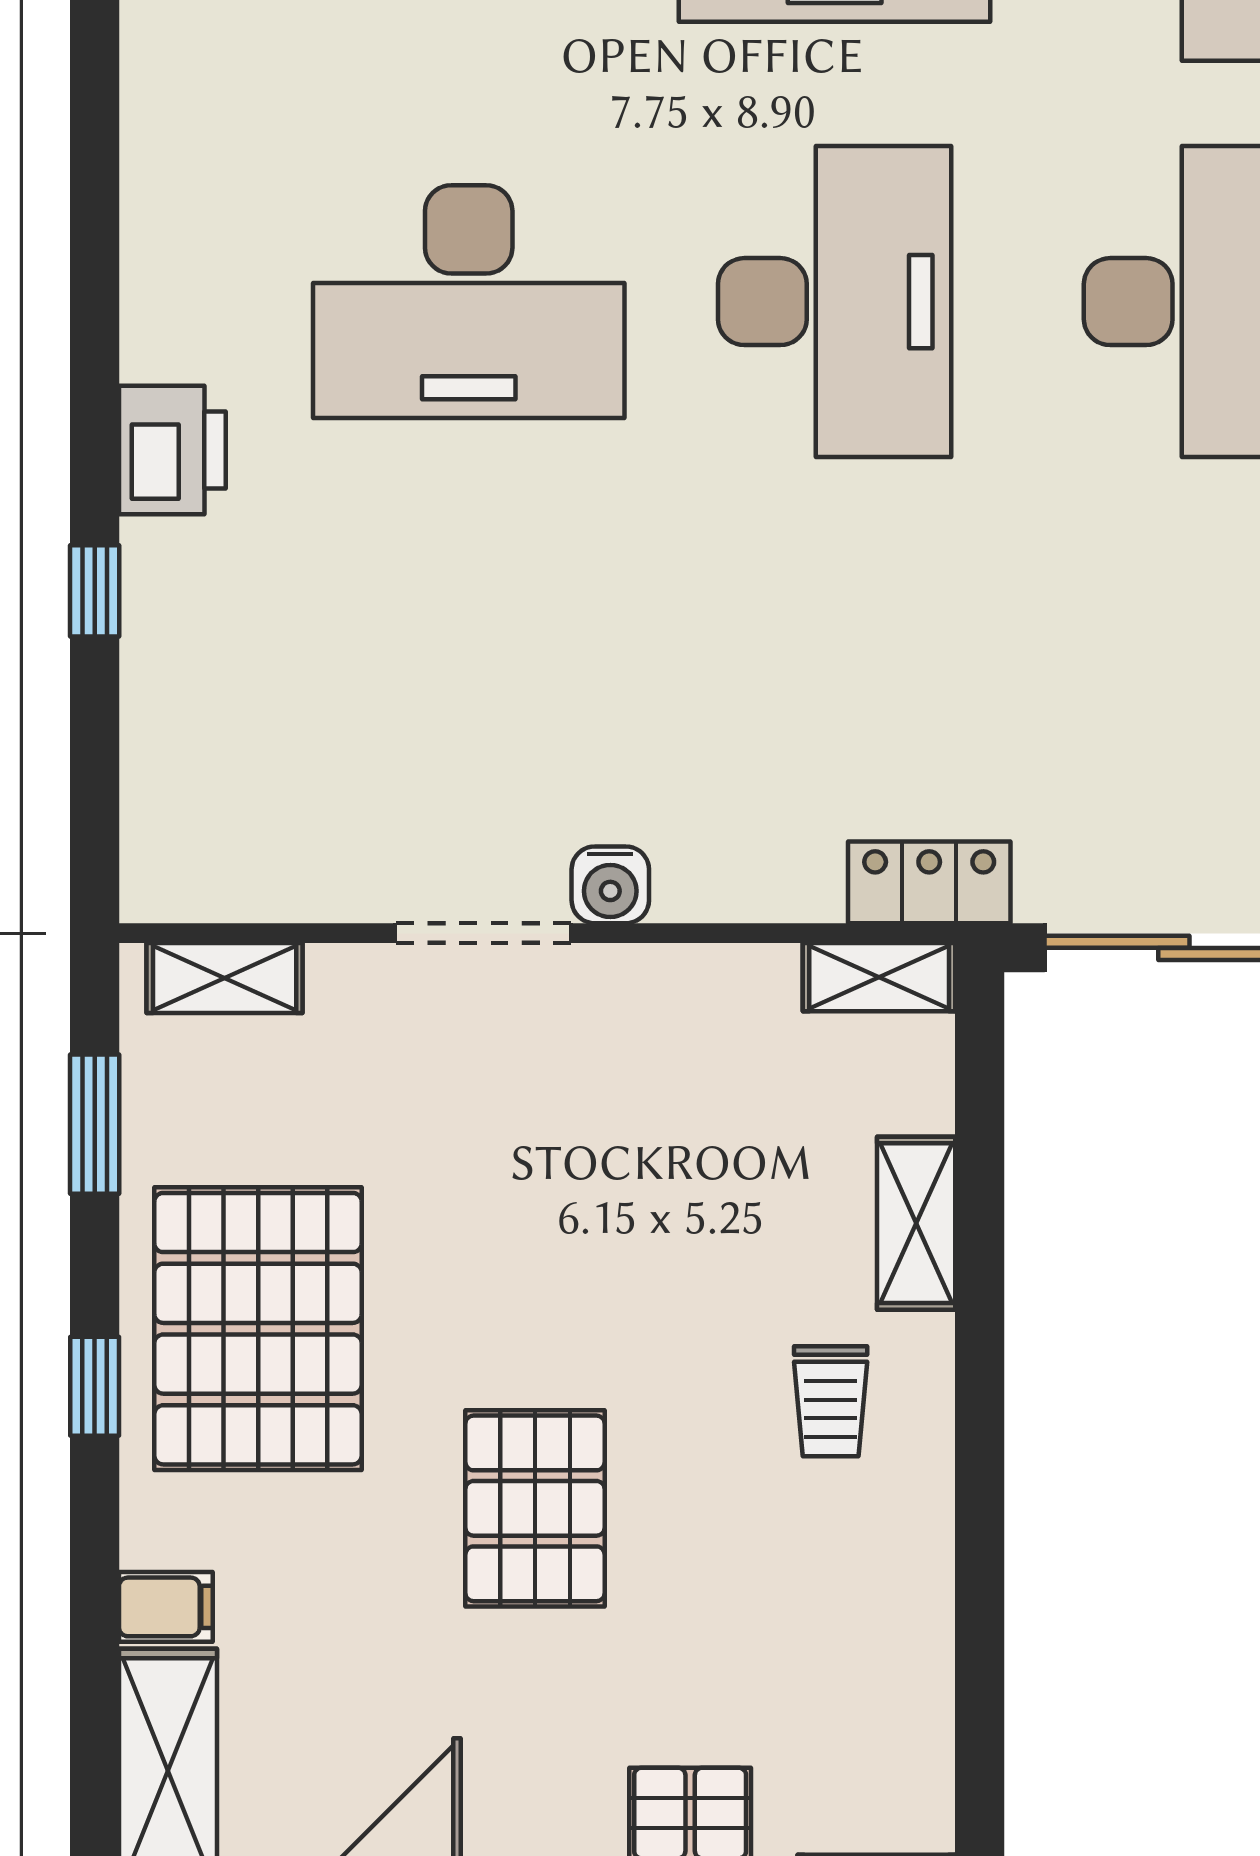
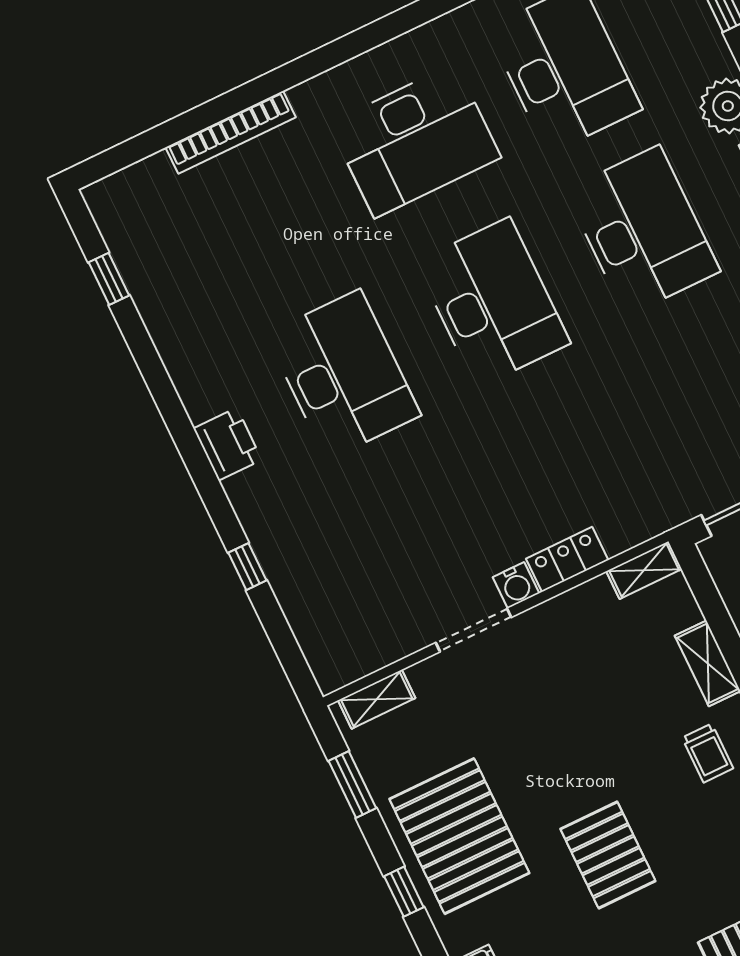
desk: (469, 302) -> (343, 375), turned -90
printer: (172, 450) -> (228, 444), moved
locker: (929, 882) -> (567, 559), moved

